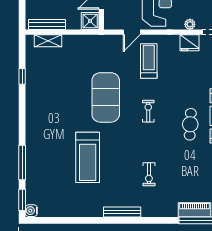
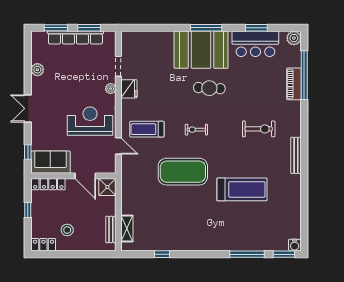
bench: (47, 24) -> (111, 230), width x0.73
exercise bike: (149, 174) -> (259, 129), width x1.38, depth x1.39

